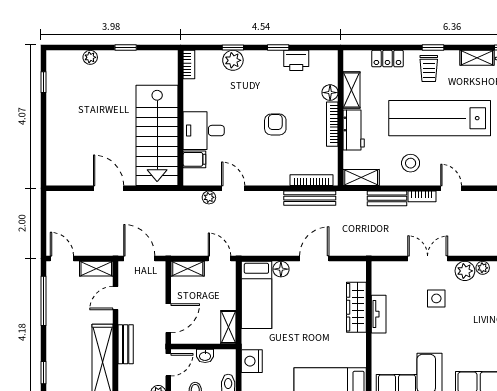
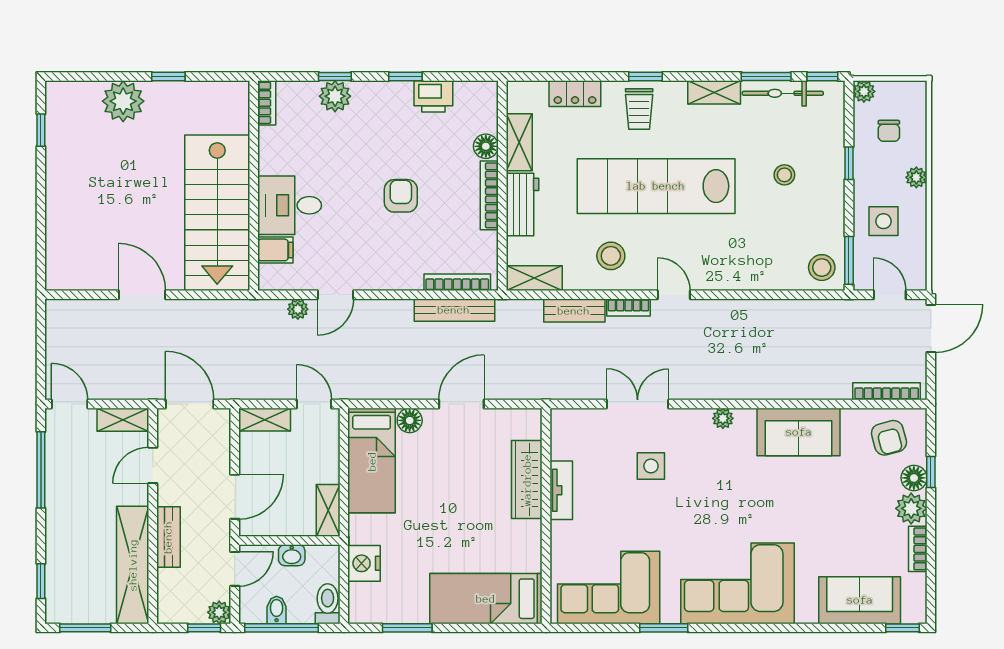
plant: (90, 57) -> (123, 101), width x1.88, depth x1.88
door: (233, 188) -> (335, 295), swing flipped
plant: (465, 271) -> (695, 423), removed

